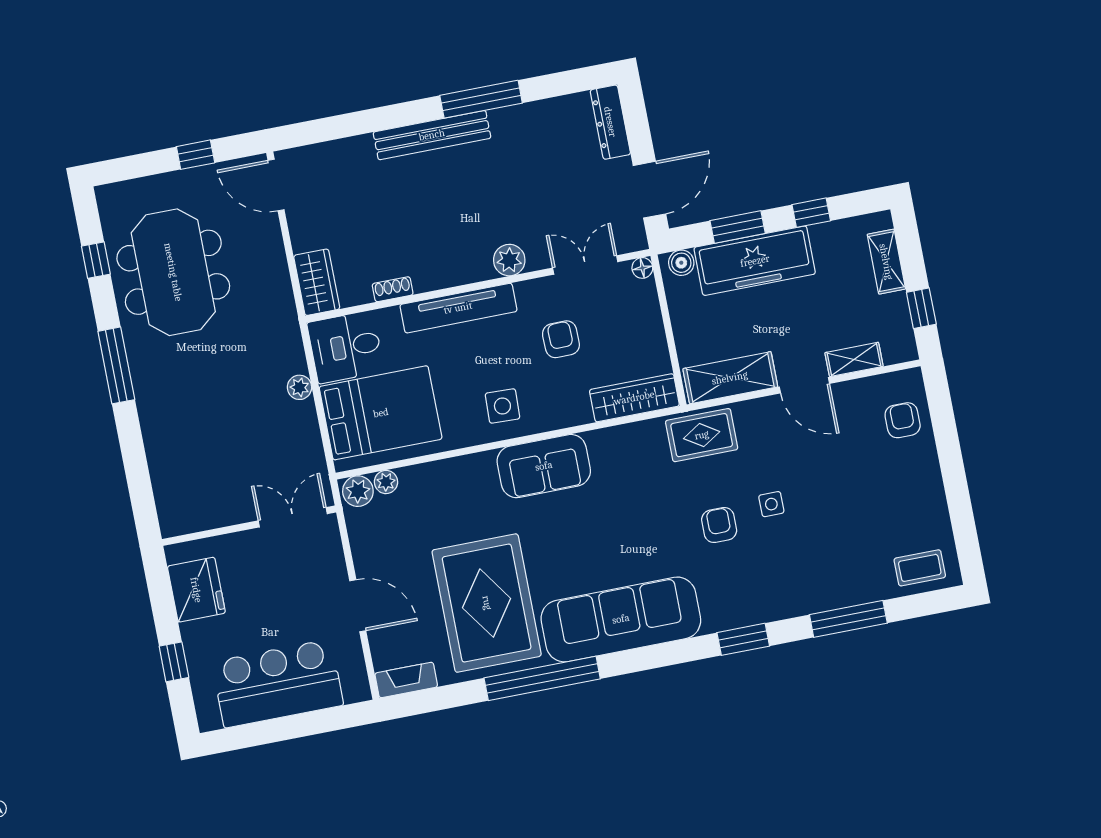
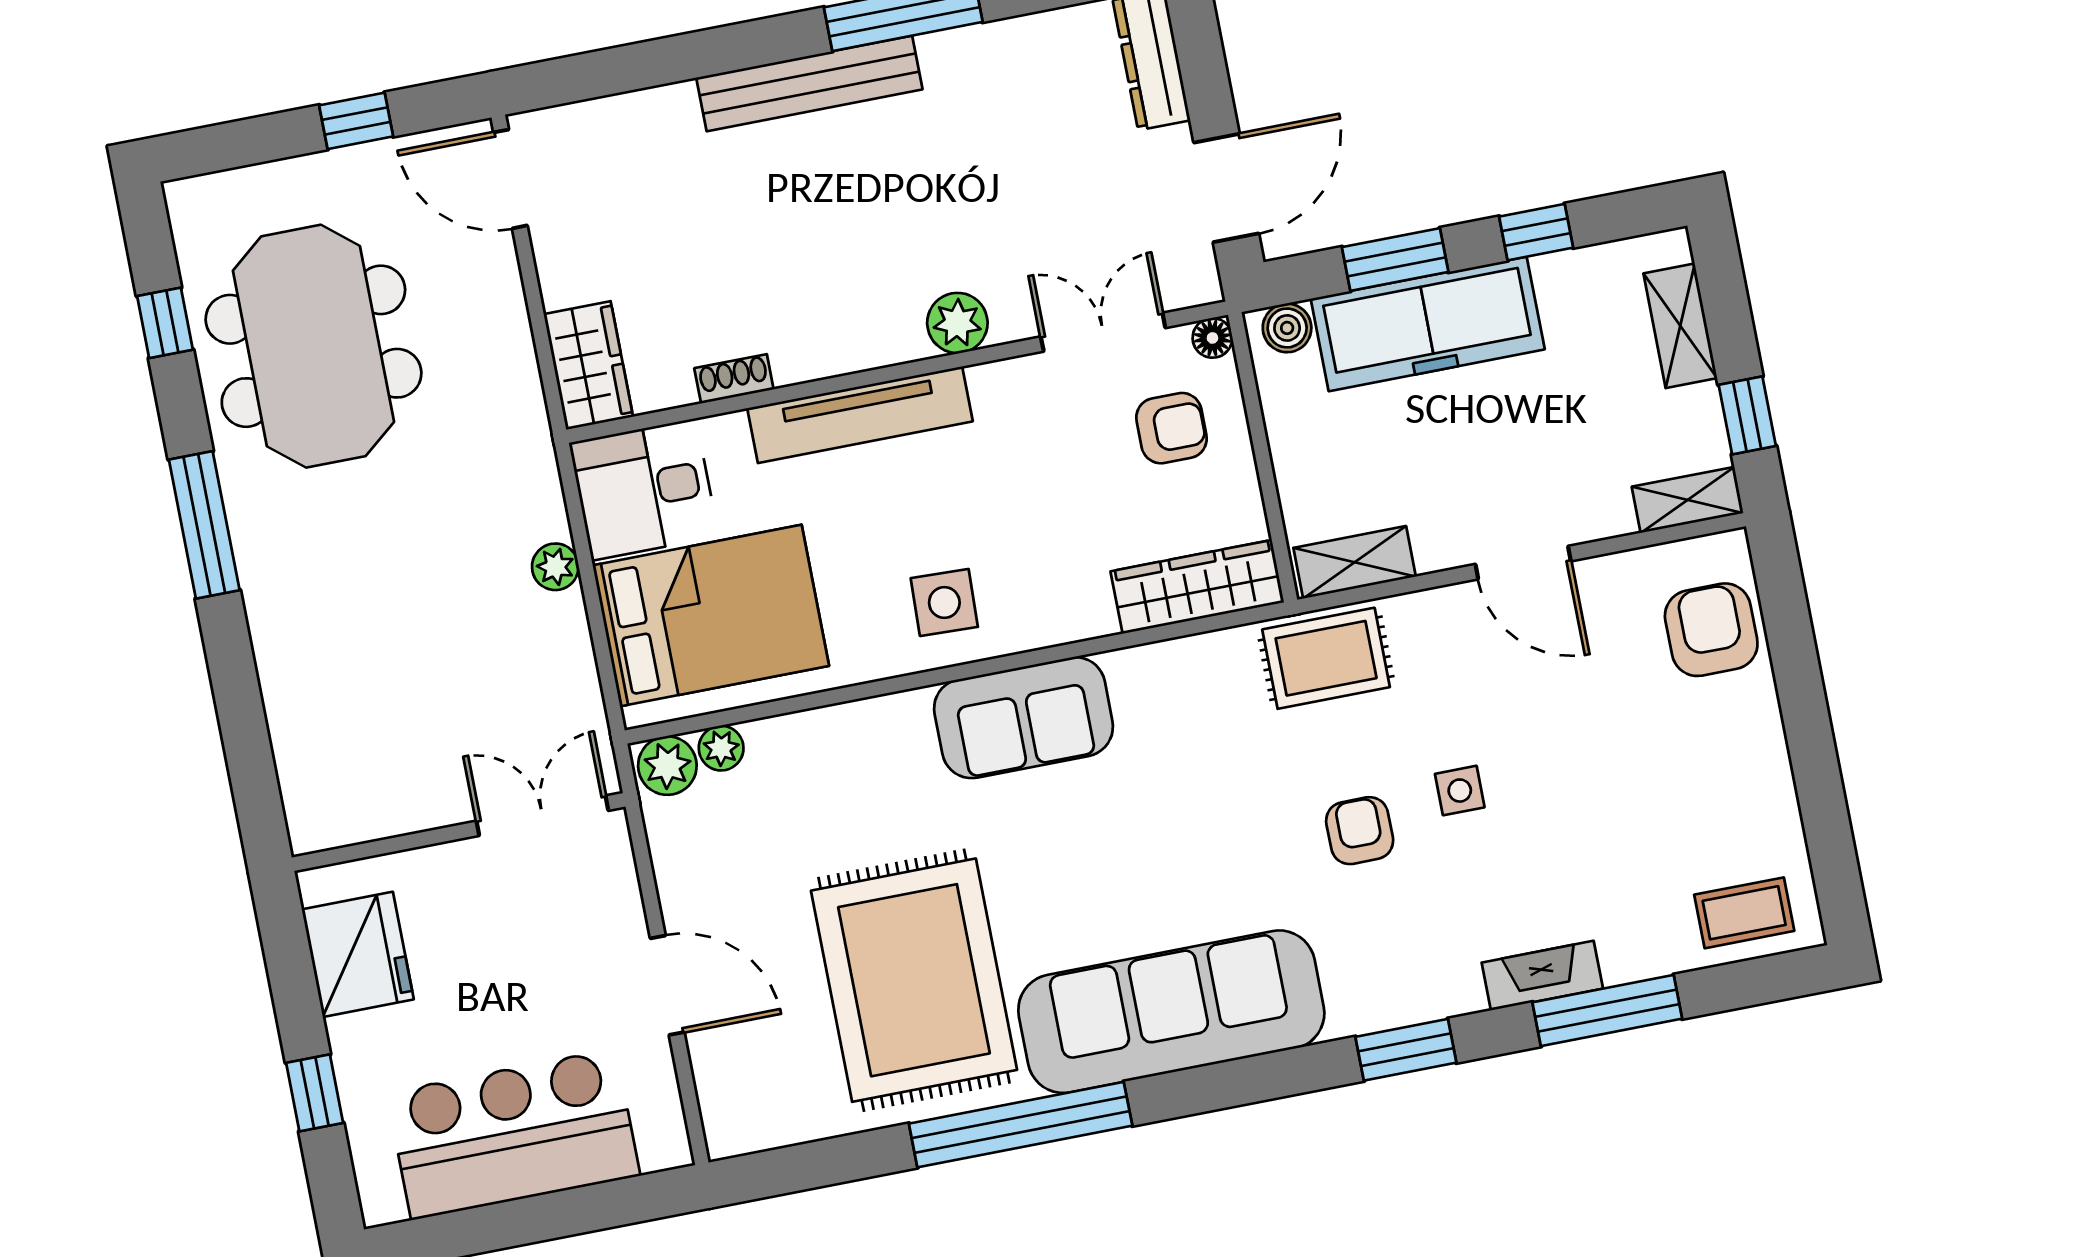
armchair: (561, 339) -> (1171, 428), moved, turned 91
shelving: (854, 359) -> (1688, 500), moved
shelving: (730, 378) -> (1355, 562), width x0.67, depth x0.75
armchair: (903, 420) -> (1711, 630), width x1.38, depth x1.38
fireplace: (406, 680) -> (1542, 976), moved

